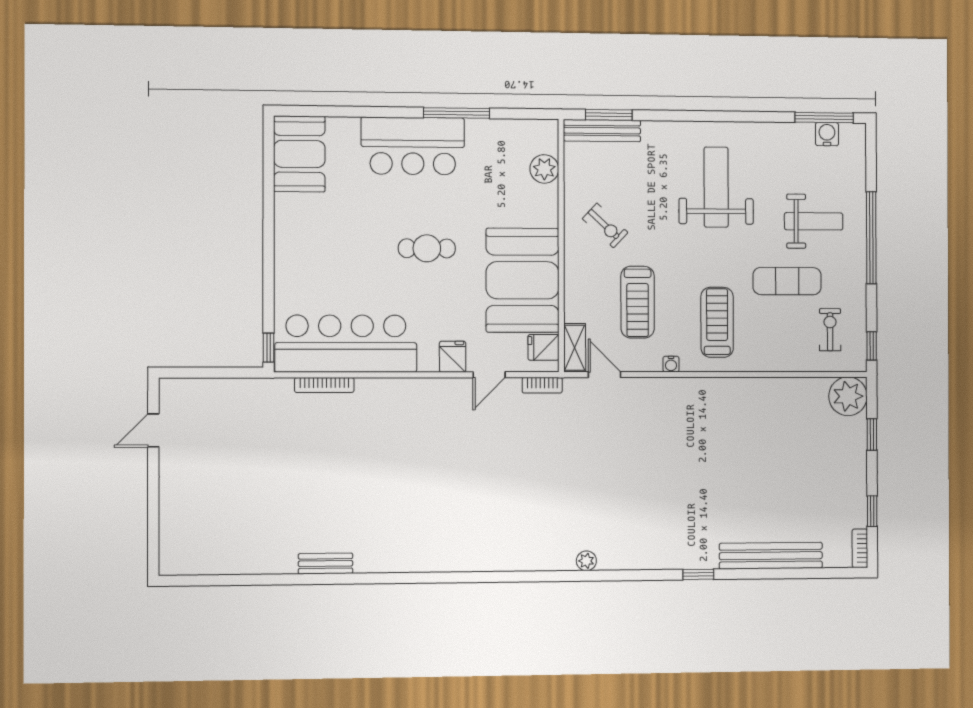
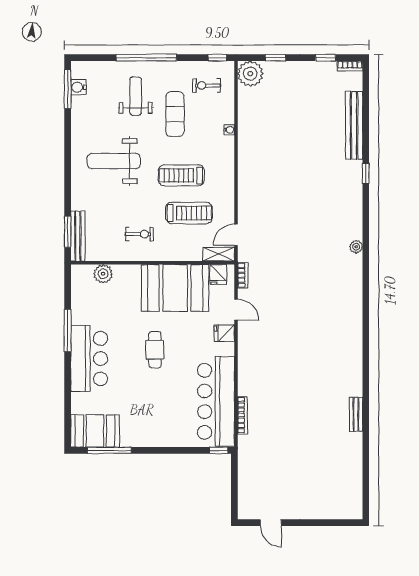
window: (269, 176) -> (109, 450), added
exercise bike: (605, 226) -> (139, 234), turned 47
treadmill: (717, 322) -> (181, 175), moved
water cooler: (671, 364) -> (229, 130), moved

